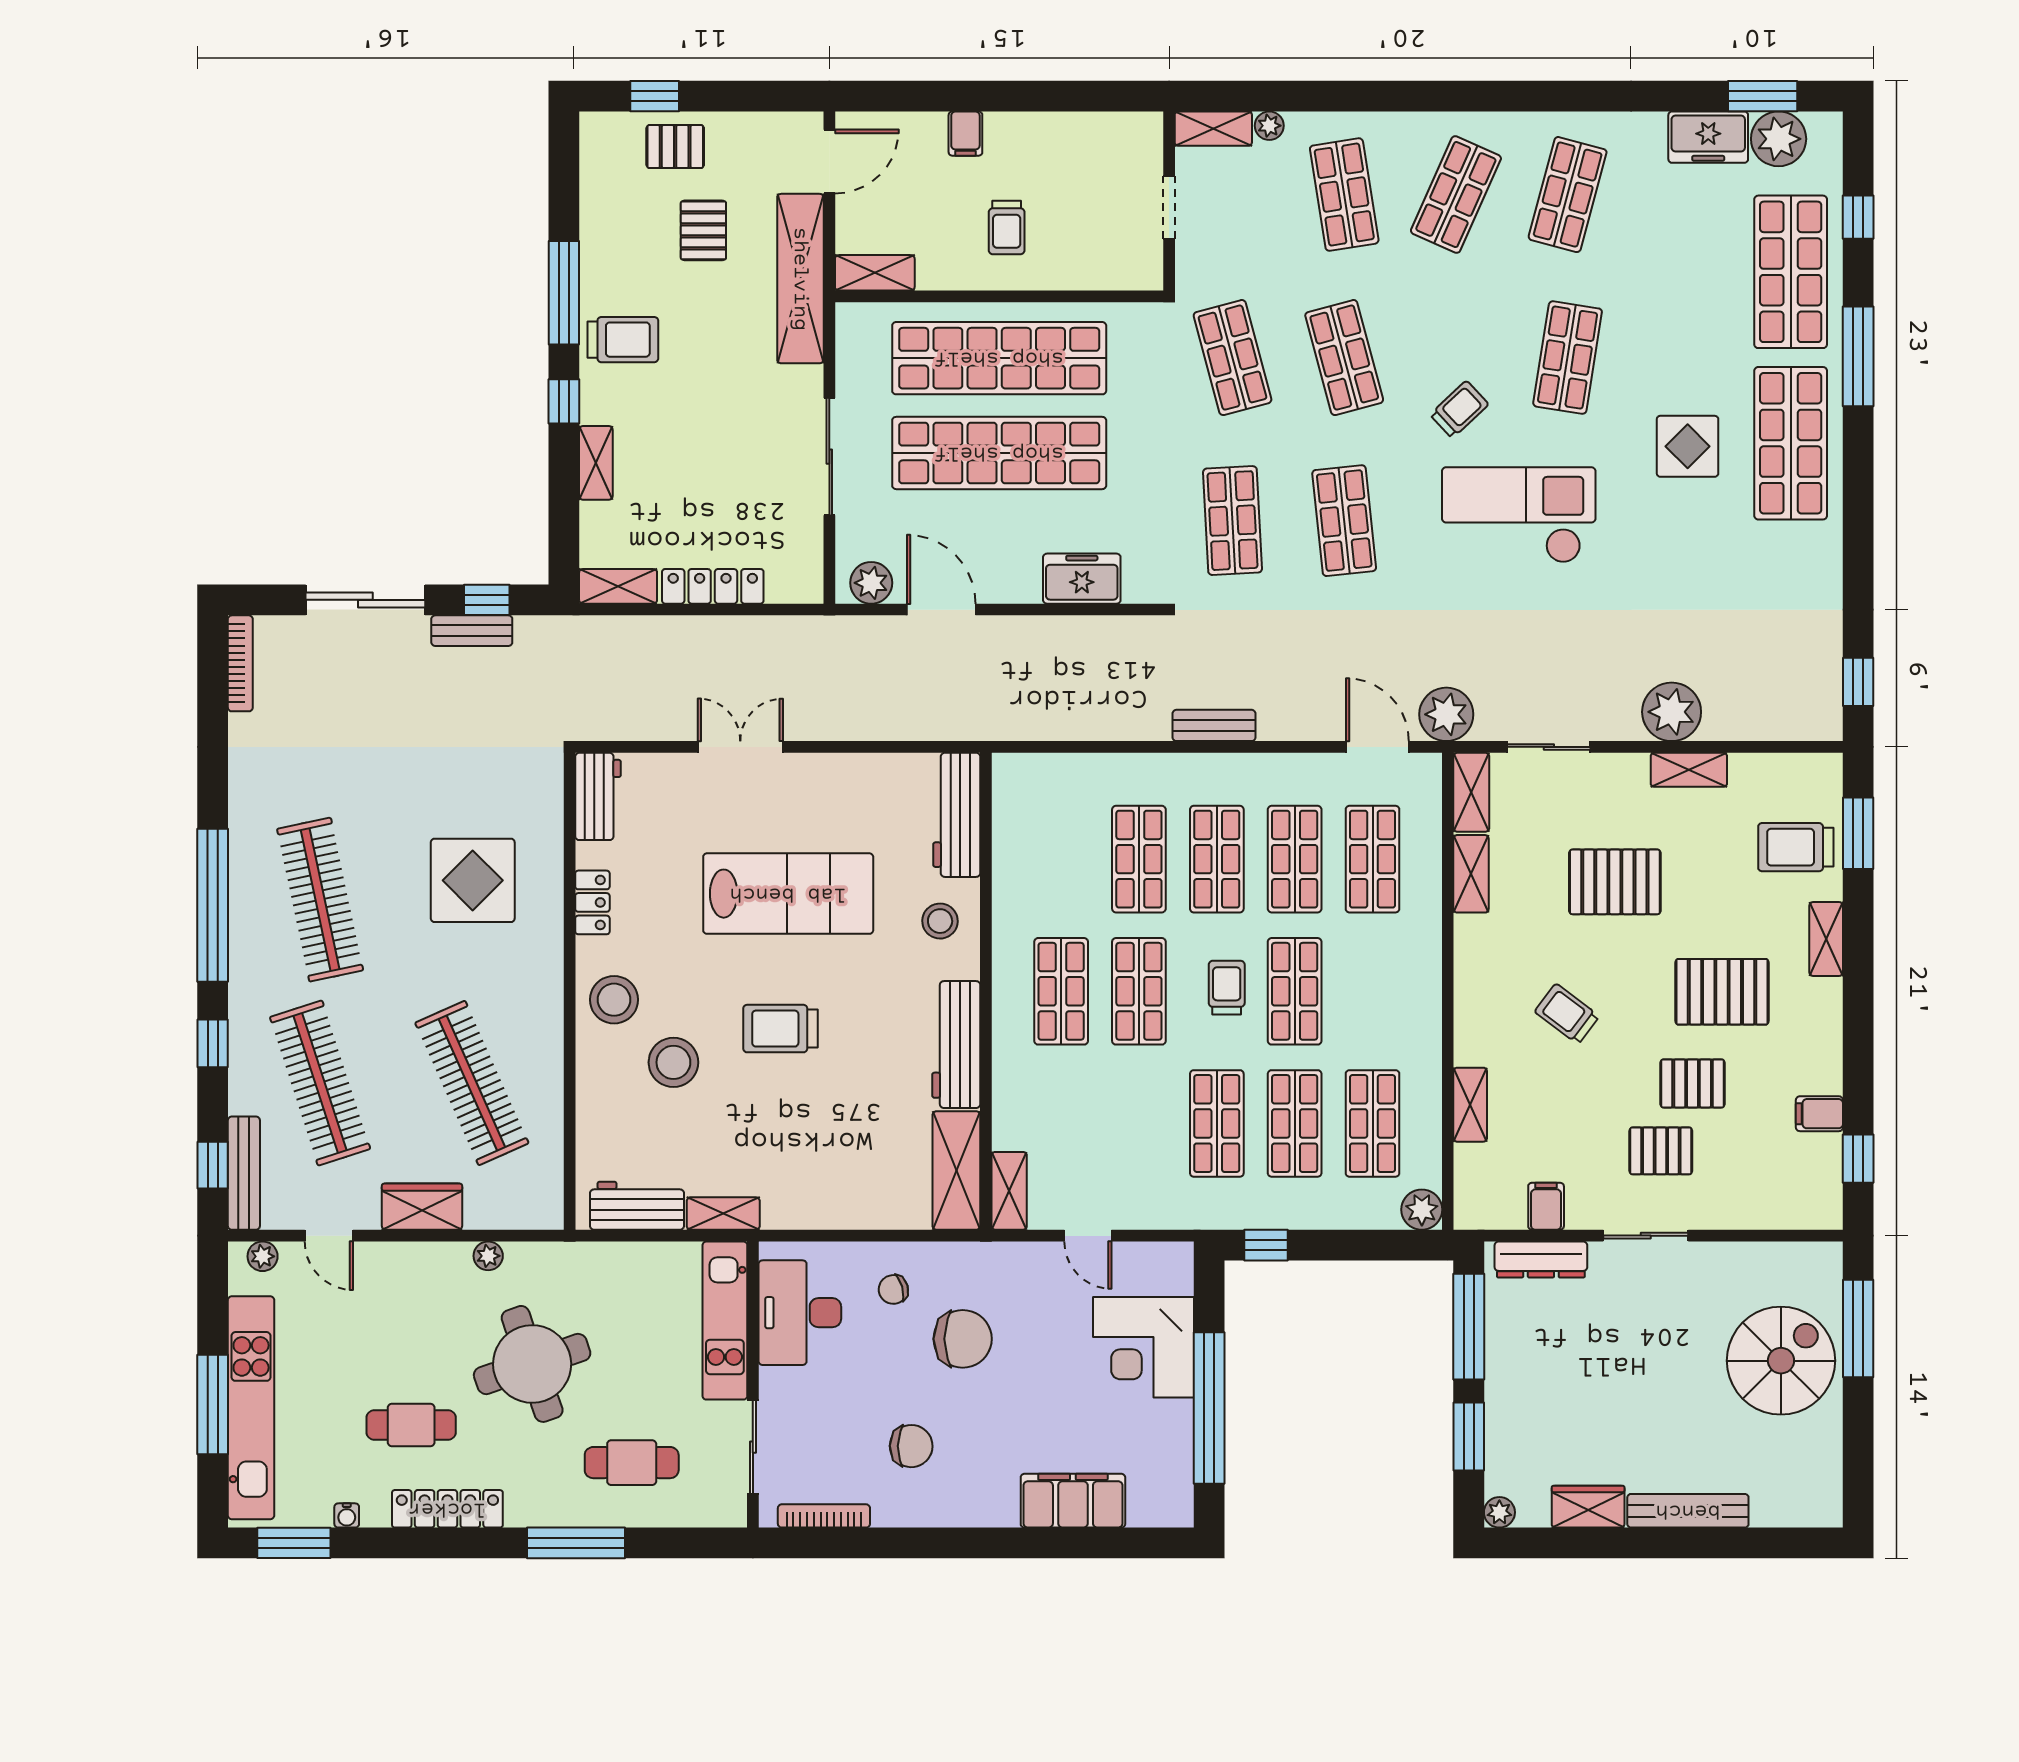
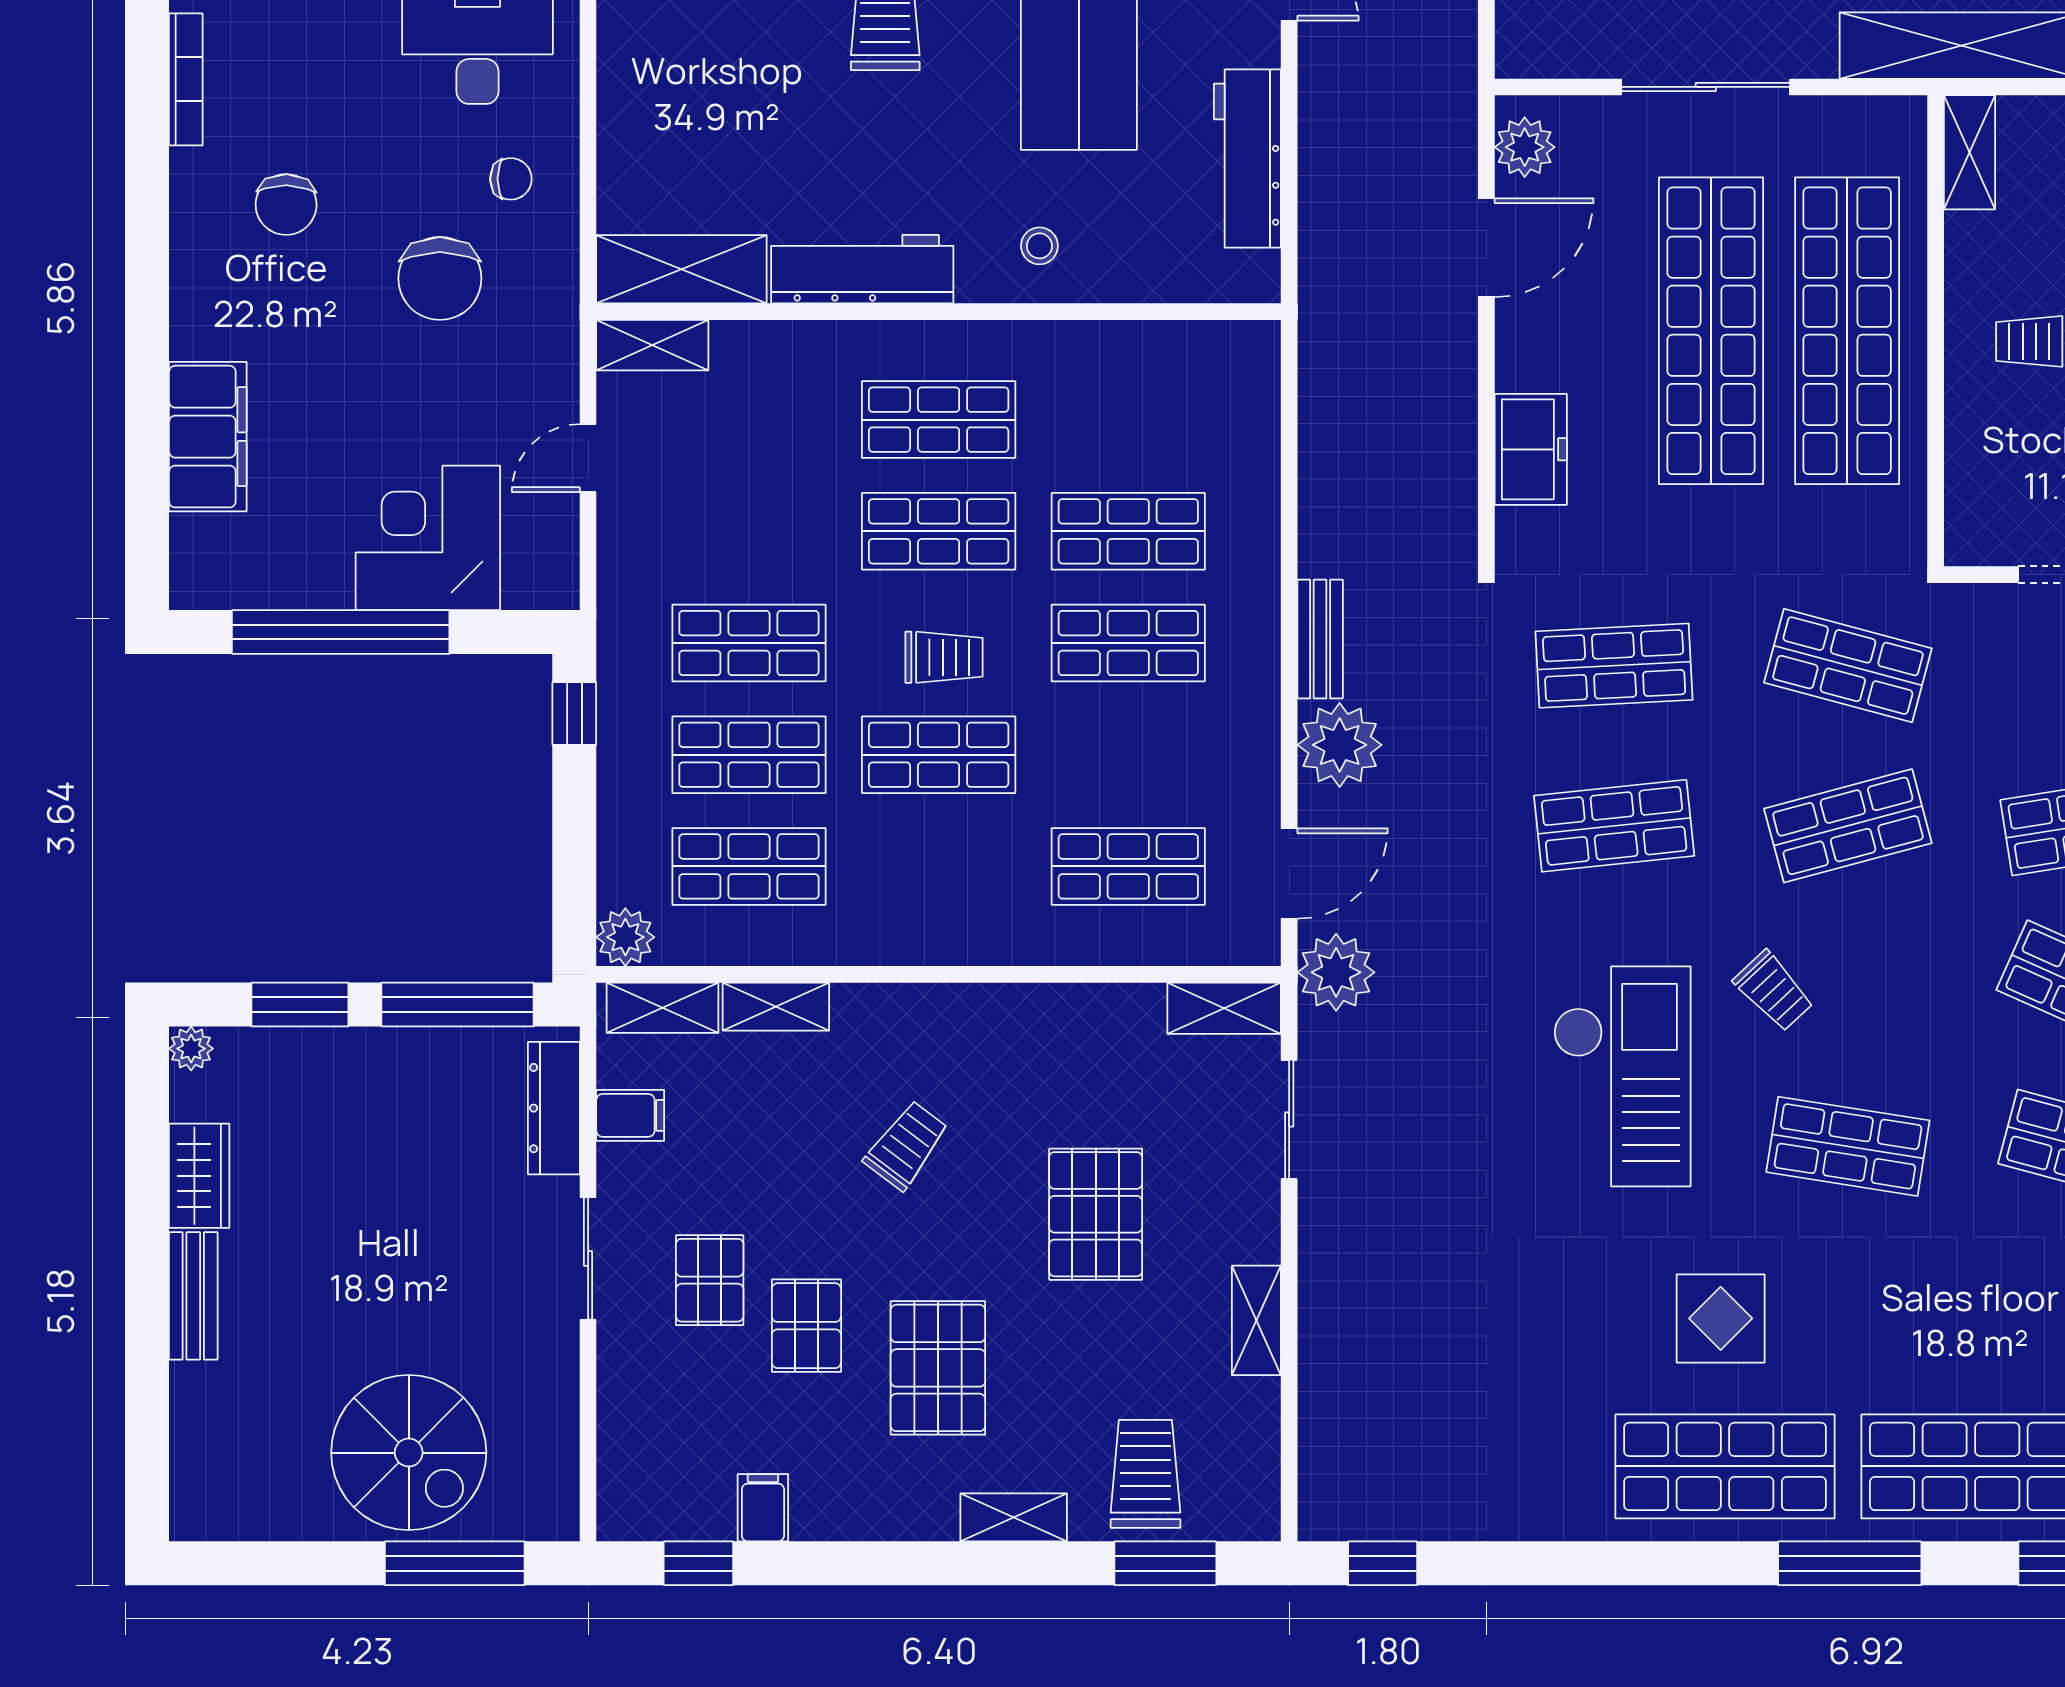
shop shelf: (1233, 358) -> (1848, 666), turned 30
plant: (1672, 712) -> (1340, 745), moved
workbench: (957, 815) -> (1247, 159), moved, turned -90
shop shelf: (1295, 859) -> (1128, 755), removed
shelving: (1471, 874) -> (662, 1008), moved
stool: (940, 921) -> (1039, 246), width x0.73, depth x0.73
chair: (893, 1289) -> (511, 179), turned 106
bench: (1688, 1511) -> (193, 1296), width x0.73

